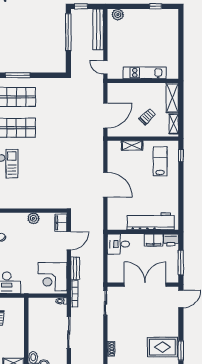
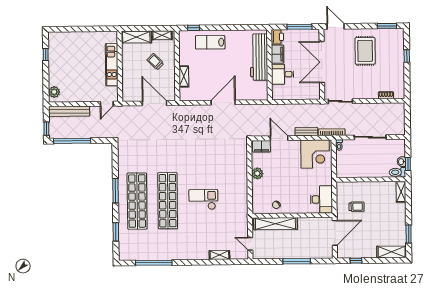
lab bench: (160, 161) -> (210, 42), moved
desk: (118, 244) -> (283, 74), moved, turned 90
rug: (162, 347) -> (365, 51), moved

